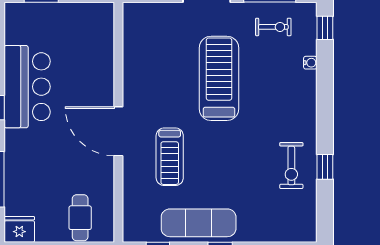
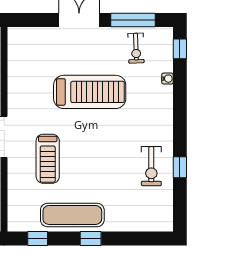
exercise bike: (273, 27) -> (136, 48), turned 88
treadmill: (219, 78) -> (90, 92), turned 90

